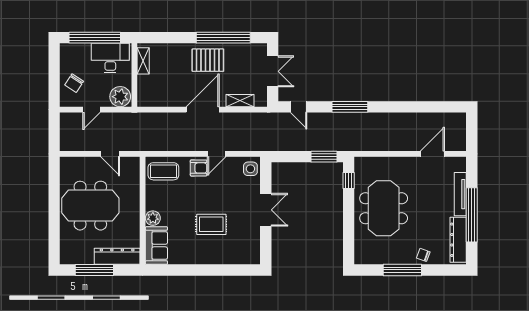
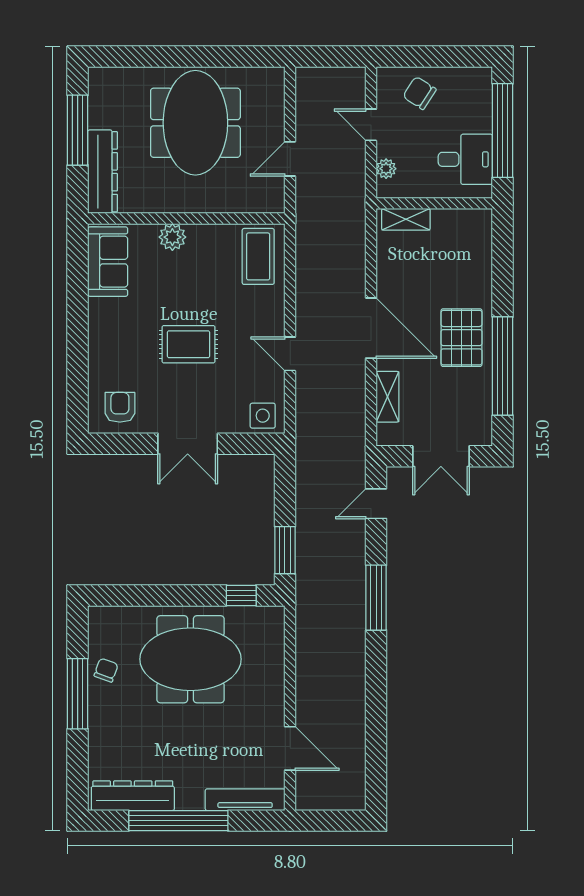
desk: (110, 58) -> (465, 159), width x0.73
shelving: (143, 61) -> (406, 219), moved
plant: (120, 97) -> (386, 169), width x0.53, depth x0.53
armchair: (199, 168) -> (120, 407), moved, turned 180
tv unit: (460, 194) -> (245, 800), moved
rug: (211, 224) -> (189, 344), moved, turned 90
sofa: (156, 246) -> (108, 262), moved, turned -90
chair: (423, 255) -> (106, 670), moved

